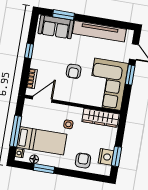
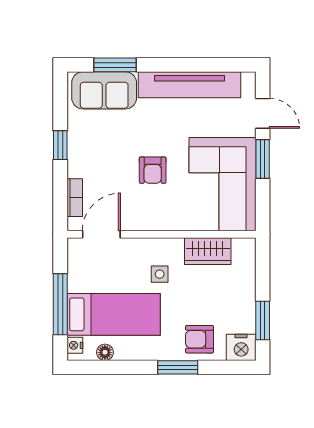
wardrobe: (100, 118) -> (208, 251), width x0.67
nightstand: (106, 157) -> (241, 347), moved, turned 90
armchair: (83, 161) -> (199, 339), turned -90
window: (44, 169) -> (178, 367), moved

